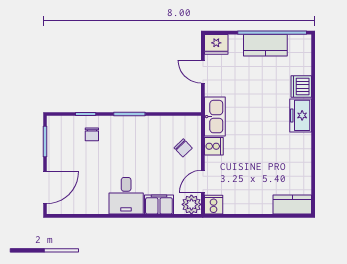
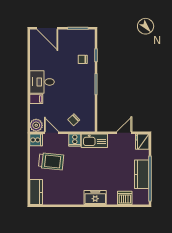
dishwasher: (301, 87) -> (125, 198), moved
trolley: (246, 182) -> (51, 161), added
filing cabinet: (159, 205) -> (36, 99), width x0.50

